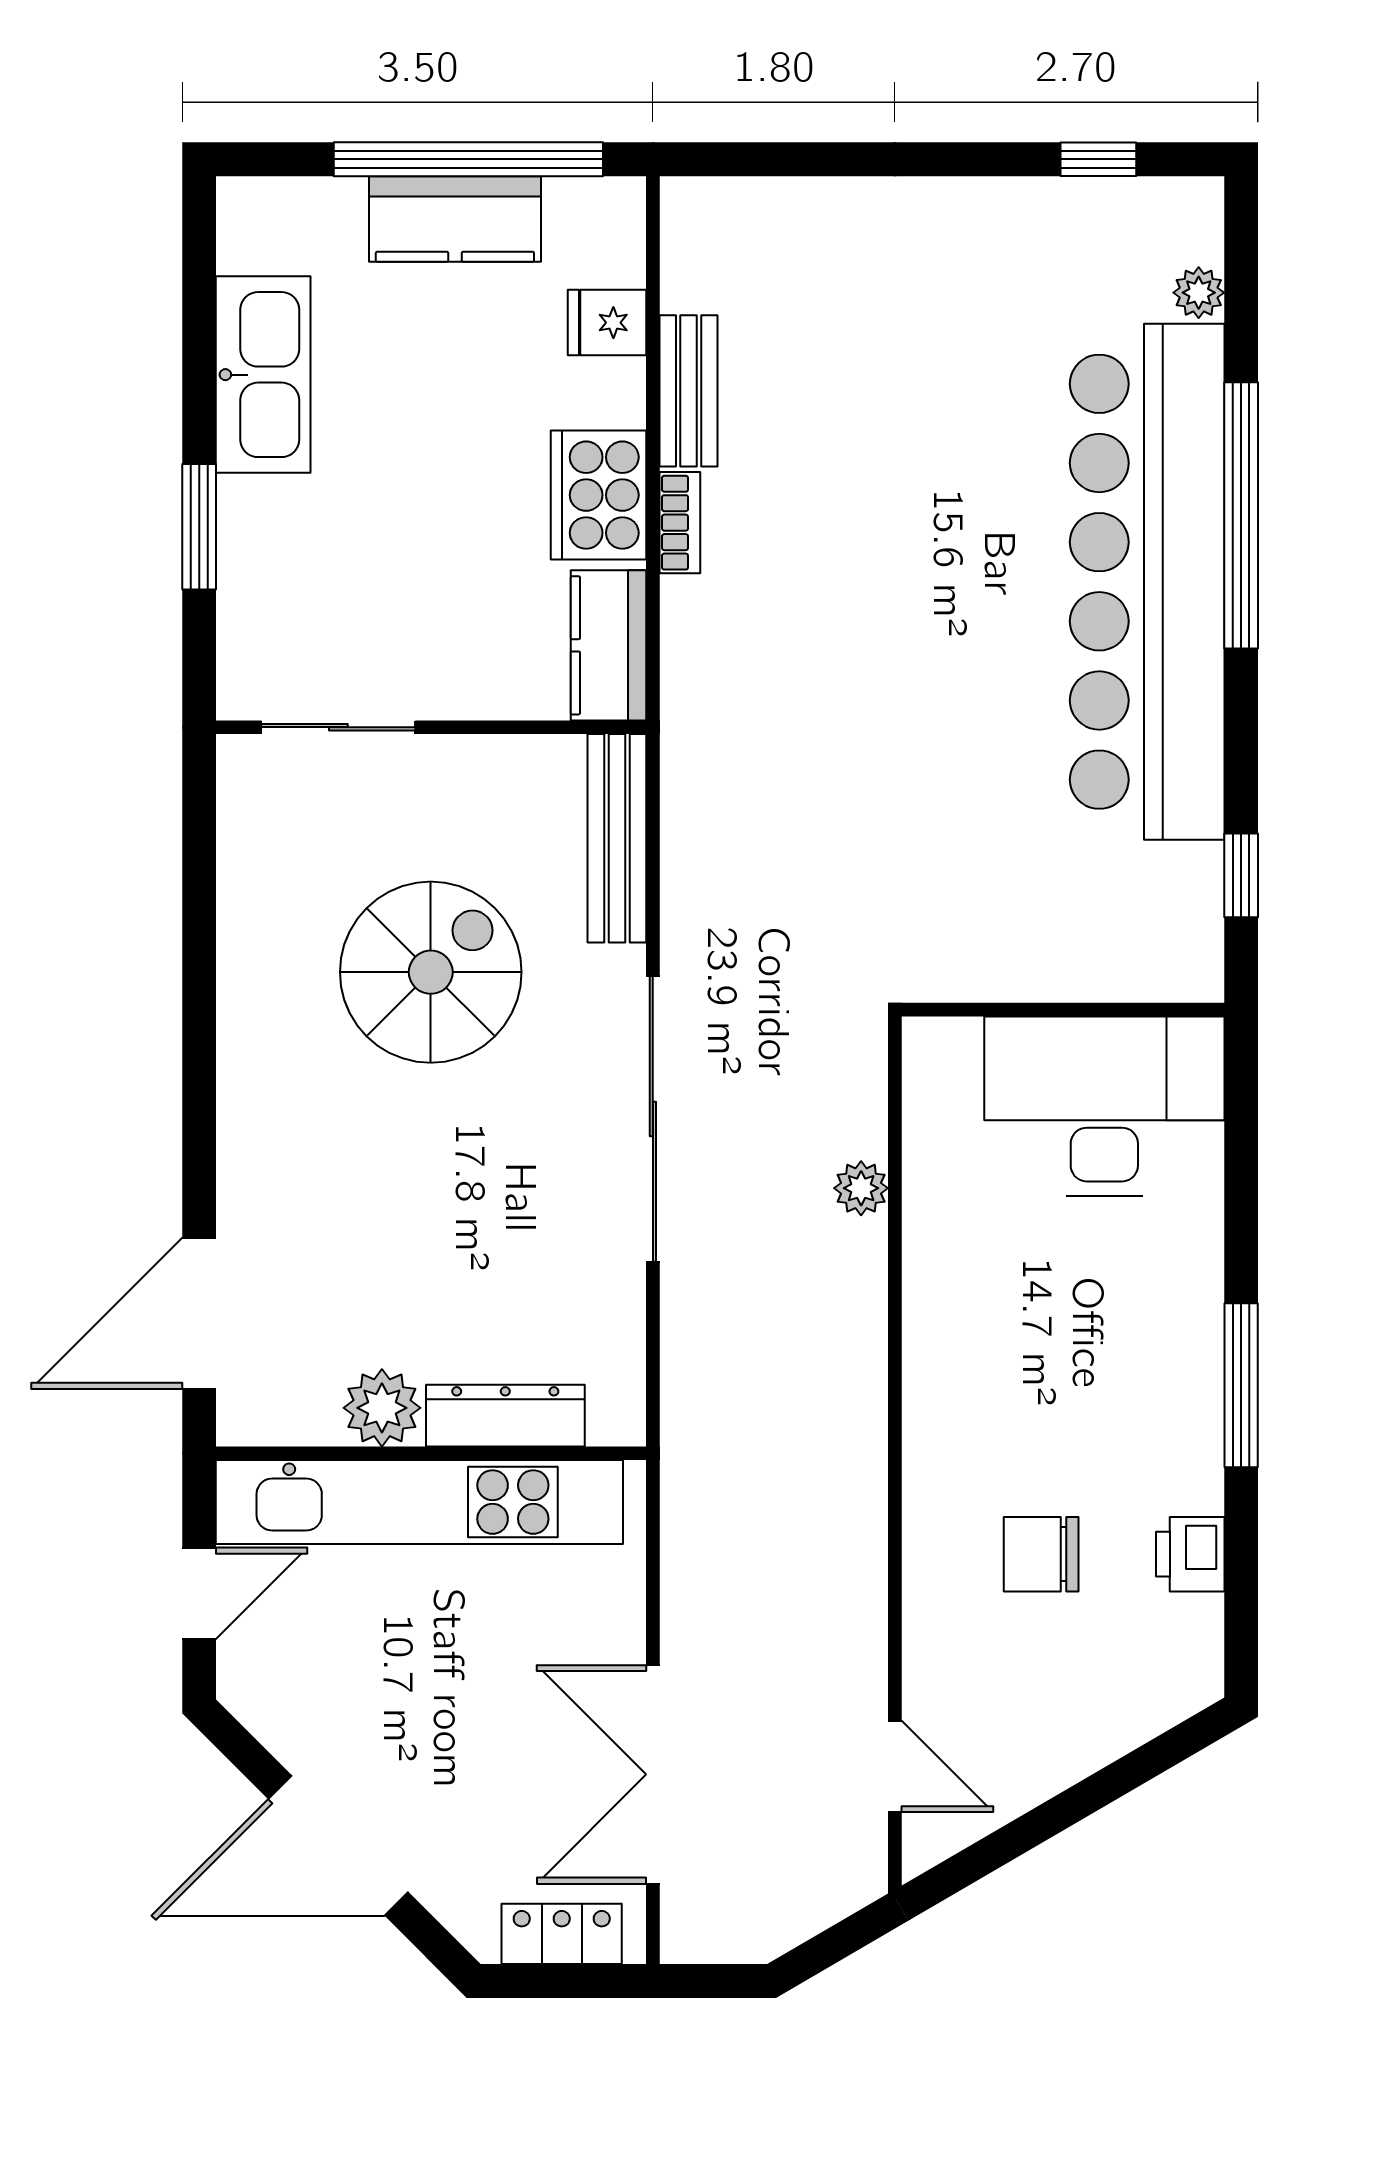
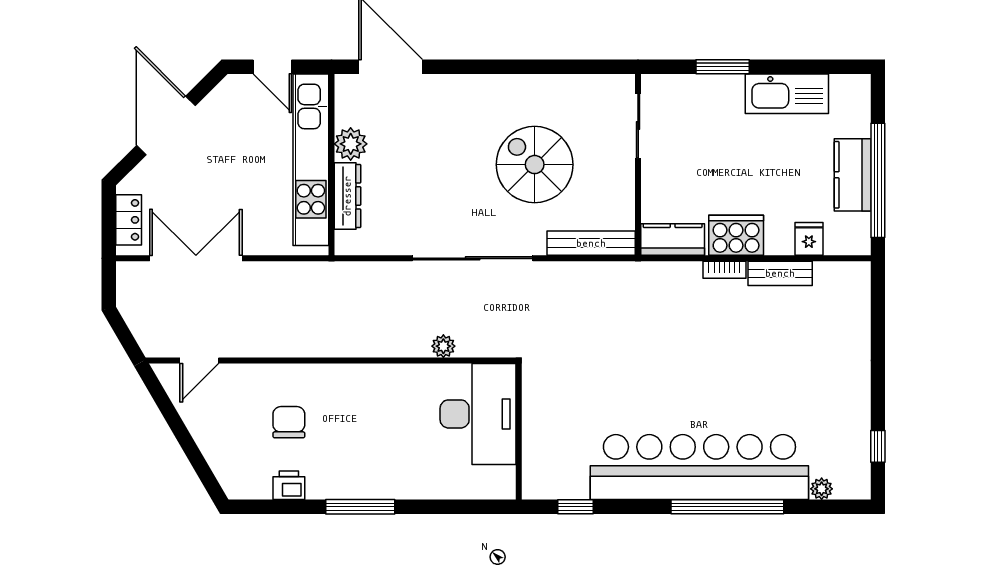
spiral stairs: (431, 972) -> (535, 165), turned 180
desk: (1104, 1106) -> (478, 414), moved

